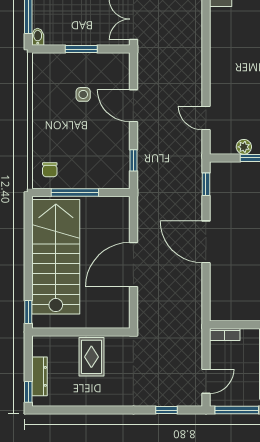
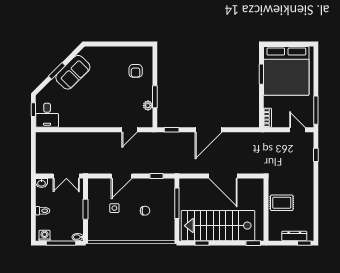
chair: (50, 170) -> (145, 211), moved
window: (75, 192) -> (177, 203), moved
window: (28, 232) -> (202, 243), added

